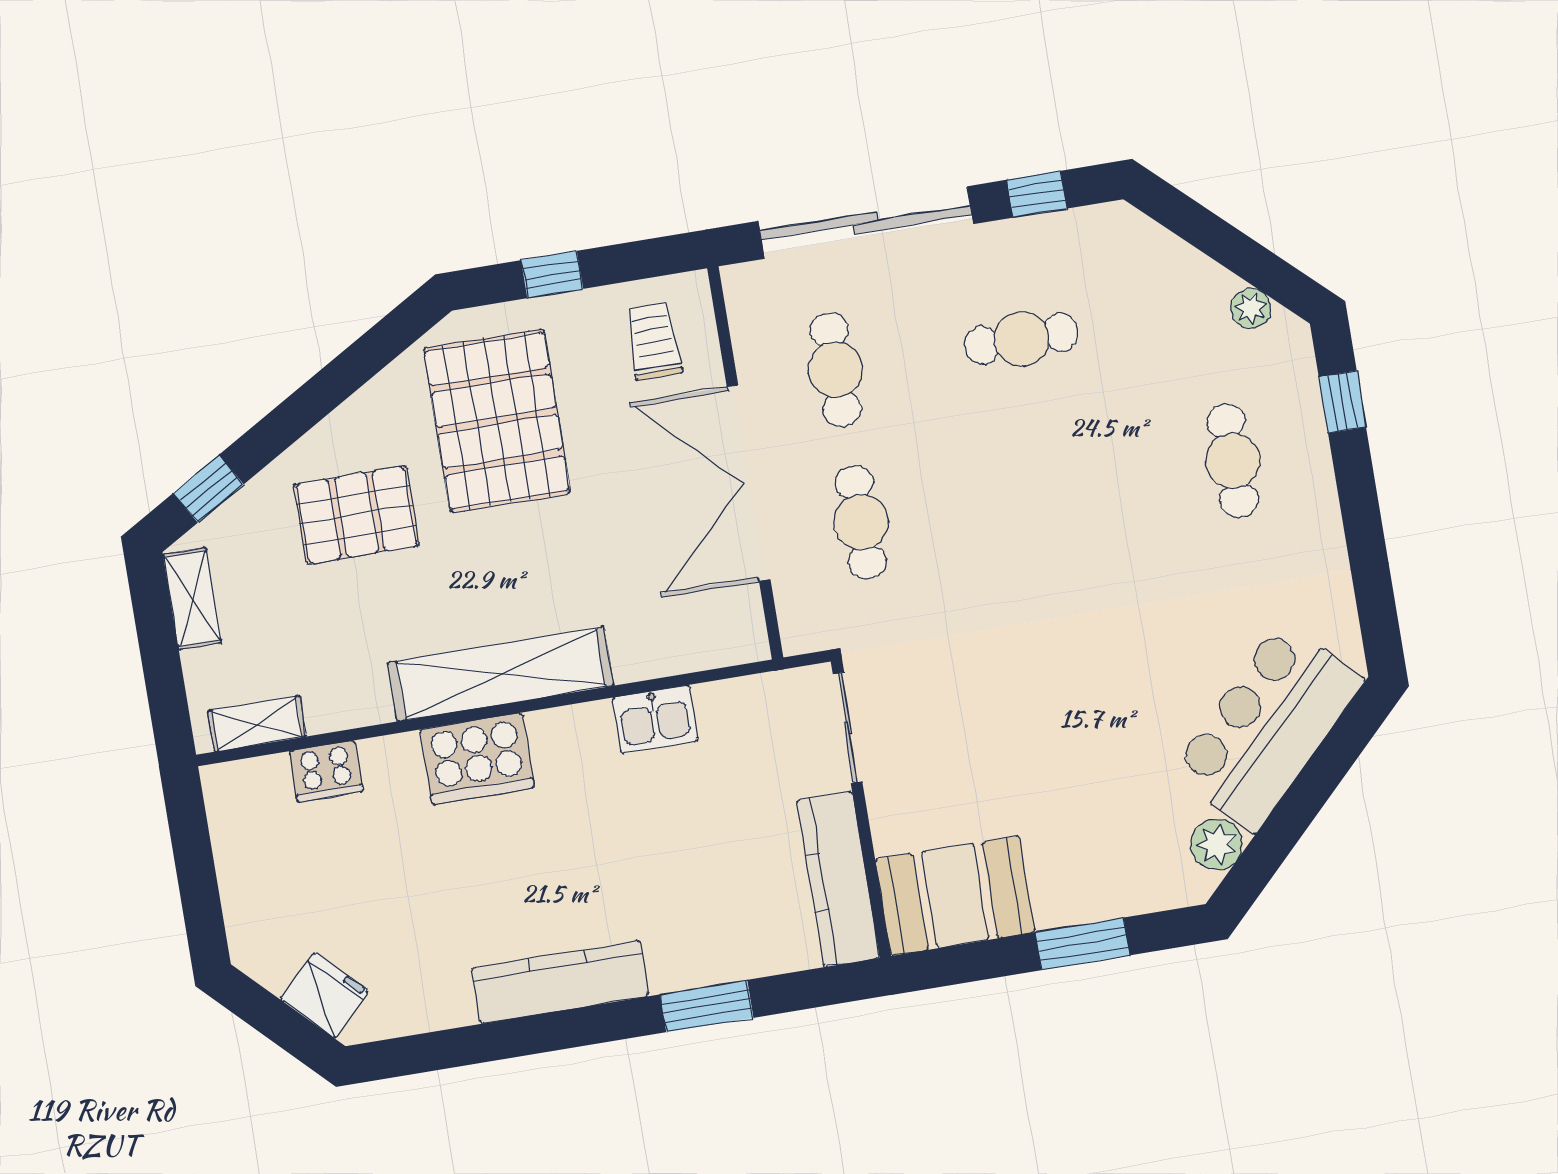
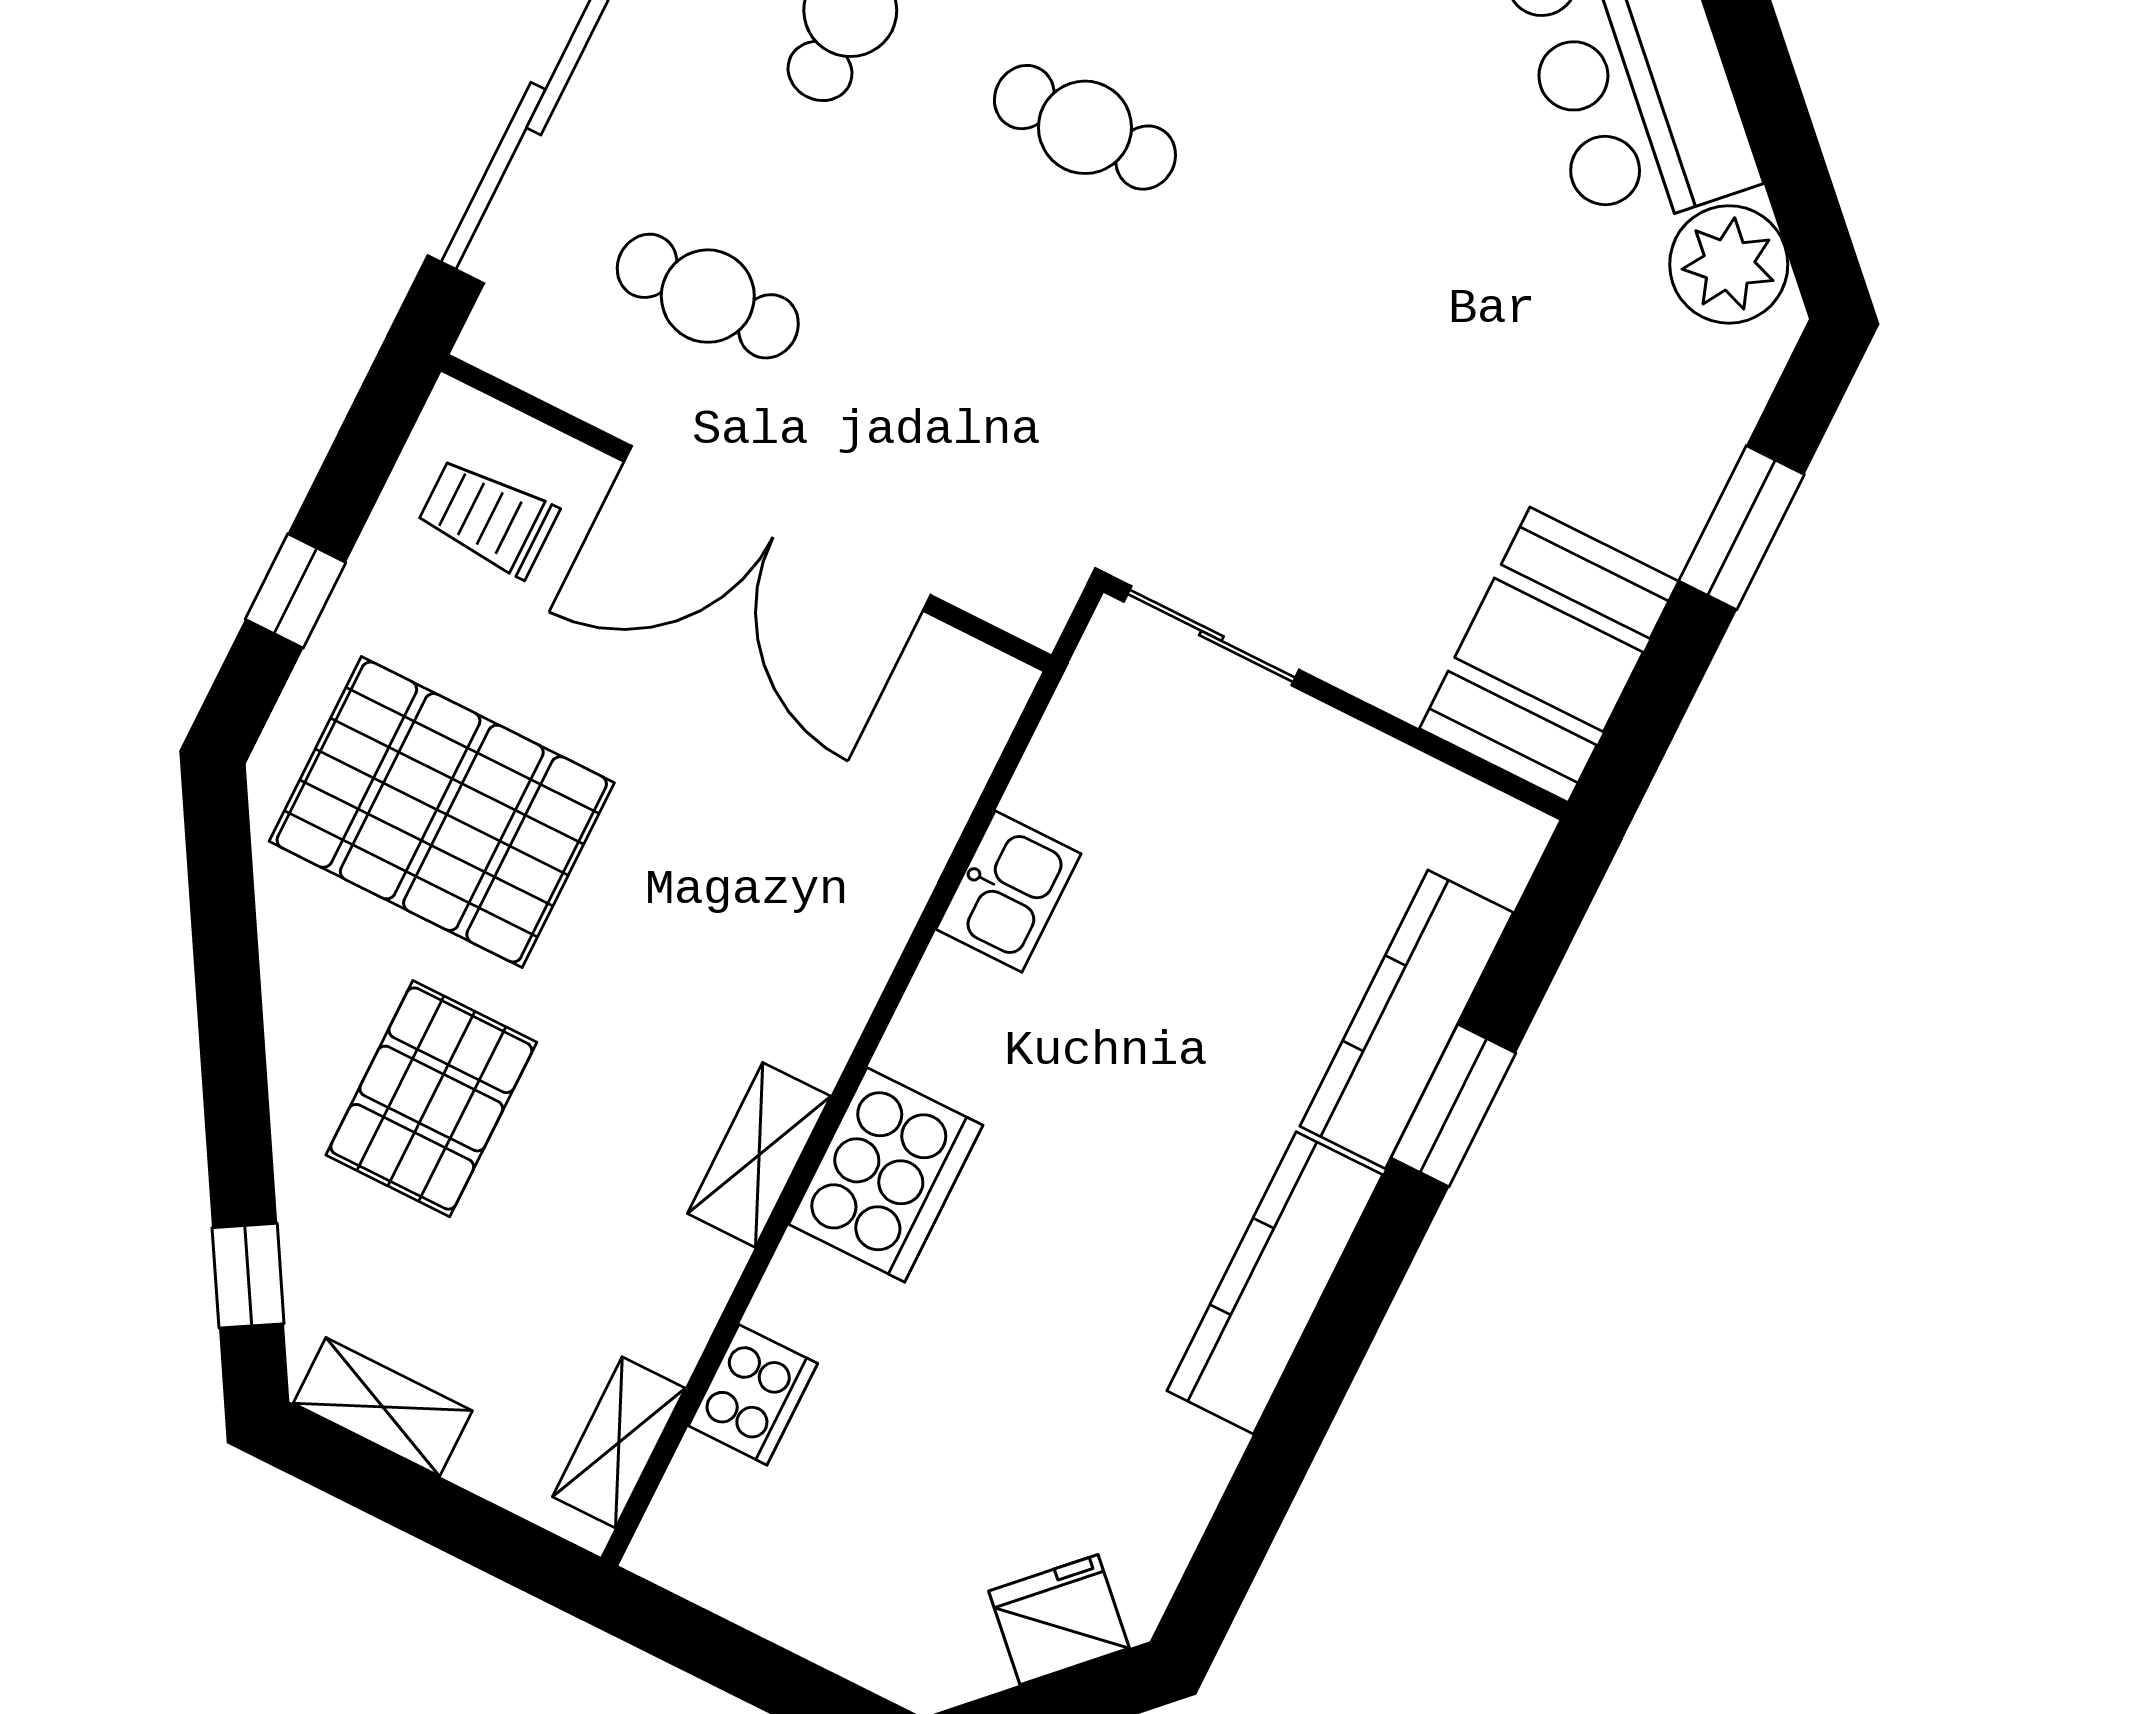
cafe table: (861, 522) -> (1085, 127), moved
shelving: (501, 674) -> (759, 1155), width x0.45, depth x0.75
plant: (1217, 844) -> (1729, 264), width x1.36, depth x1.36
kitchen counter: (838, 879) -> (1407, 1019), moved, turned 90

